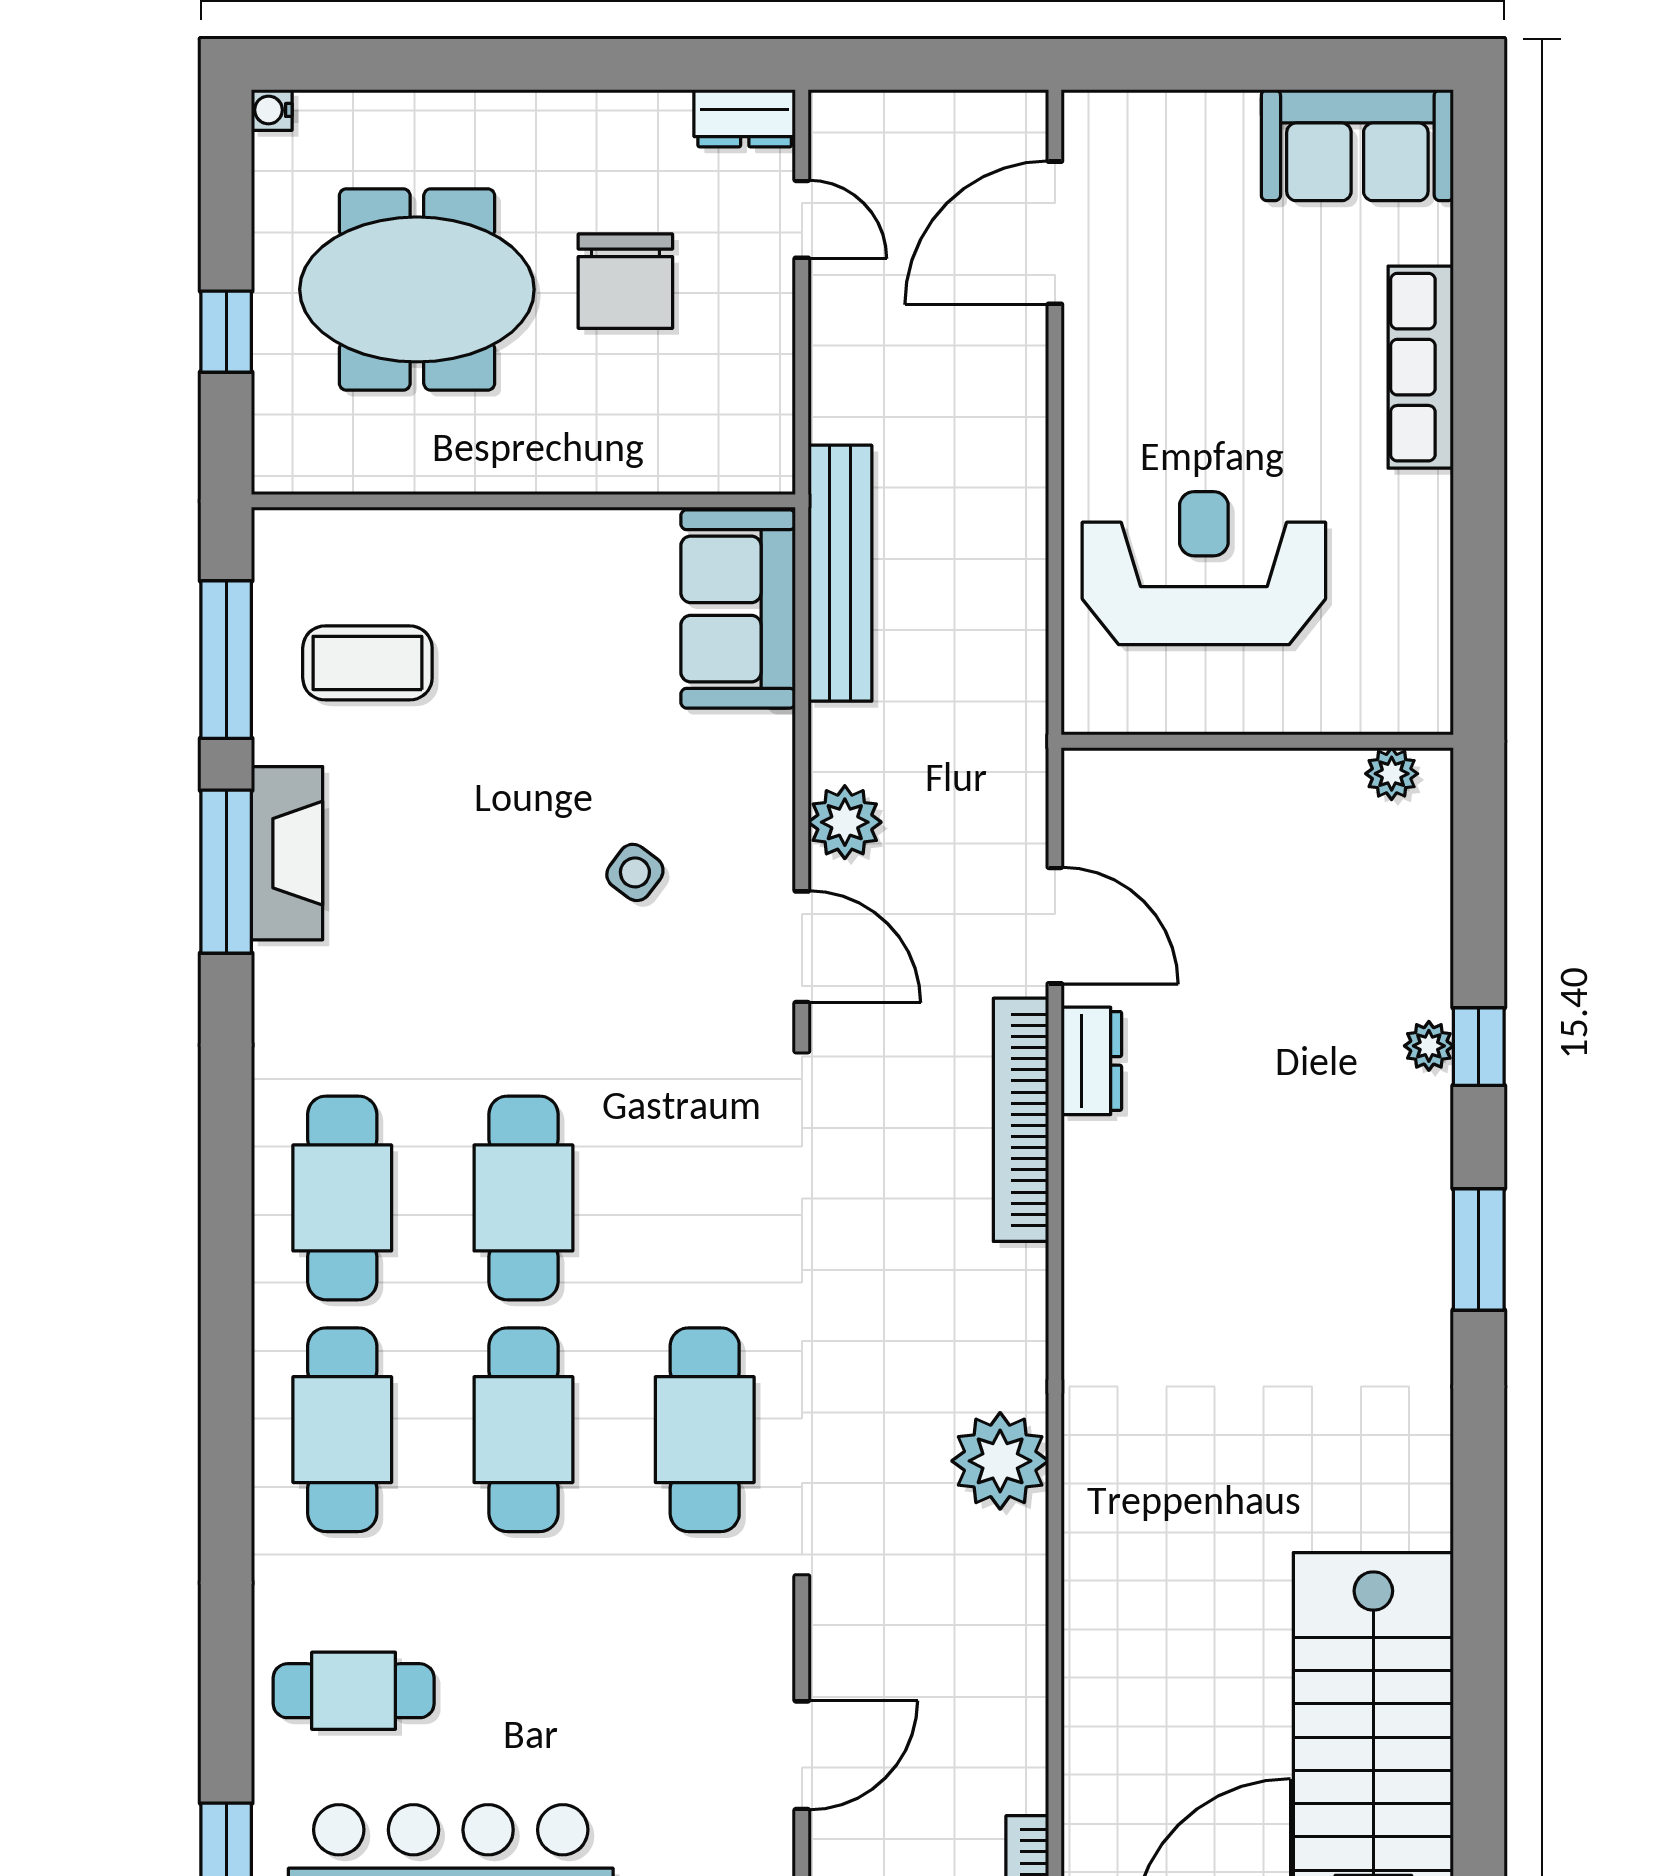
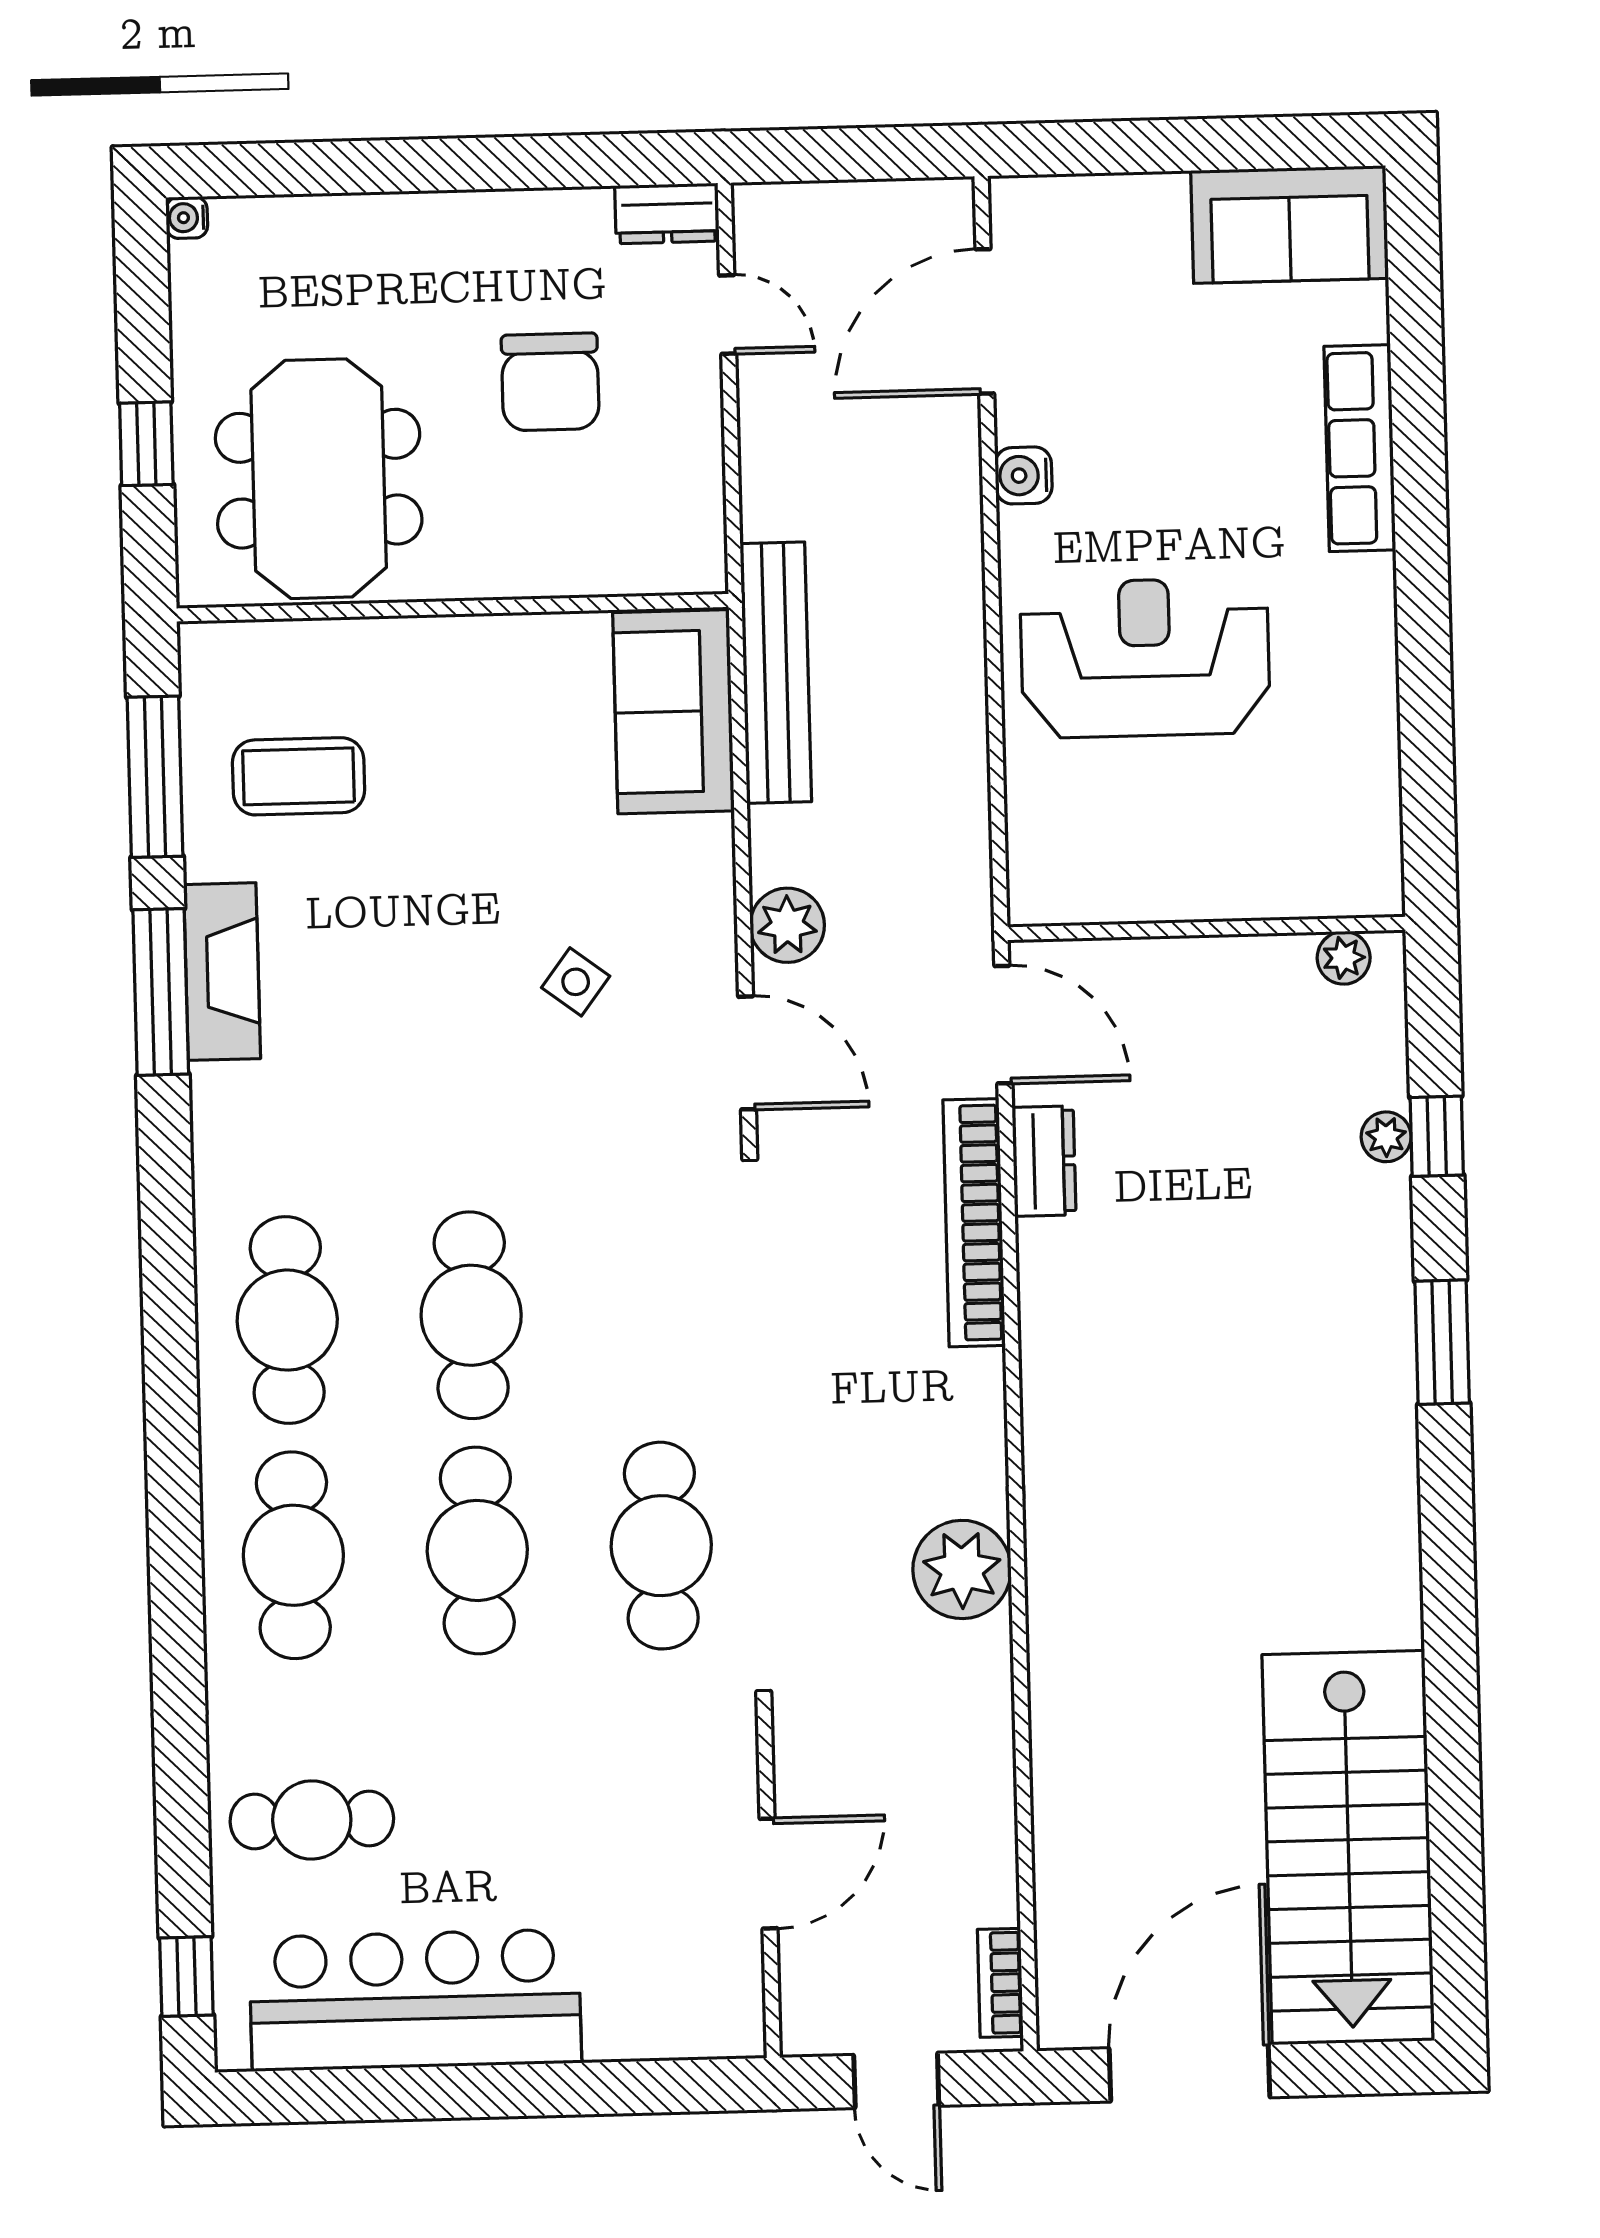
meeting table: (417, 289) -> (319, 479), moved, turned 90
water cooler: (1089, 385) -> (1024, 475), added
wall: (1257, 741) -> (1206, 929), moved
plant: (1392, 774) -> (1344, 958), moved

